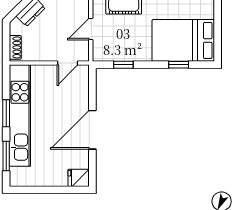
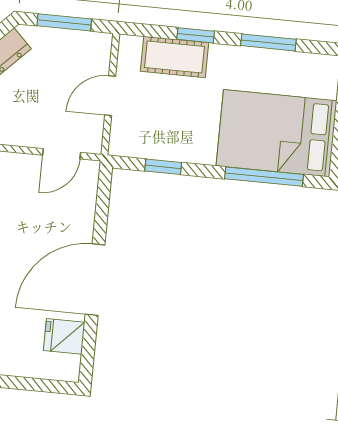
window: (179, 65) -> (264, 177), width x2.17
fridge: (79, 178) -> (64, 336), moved

